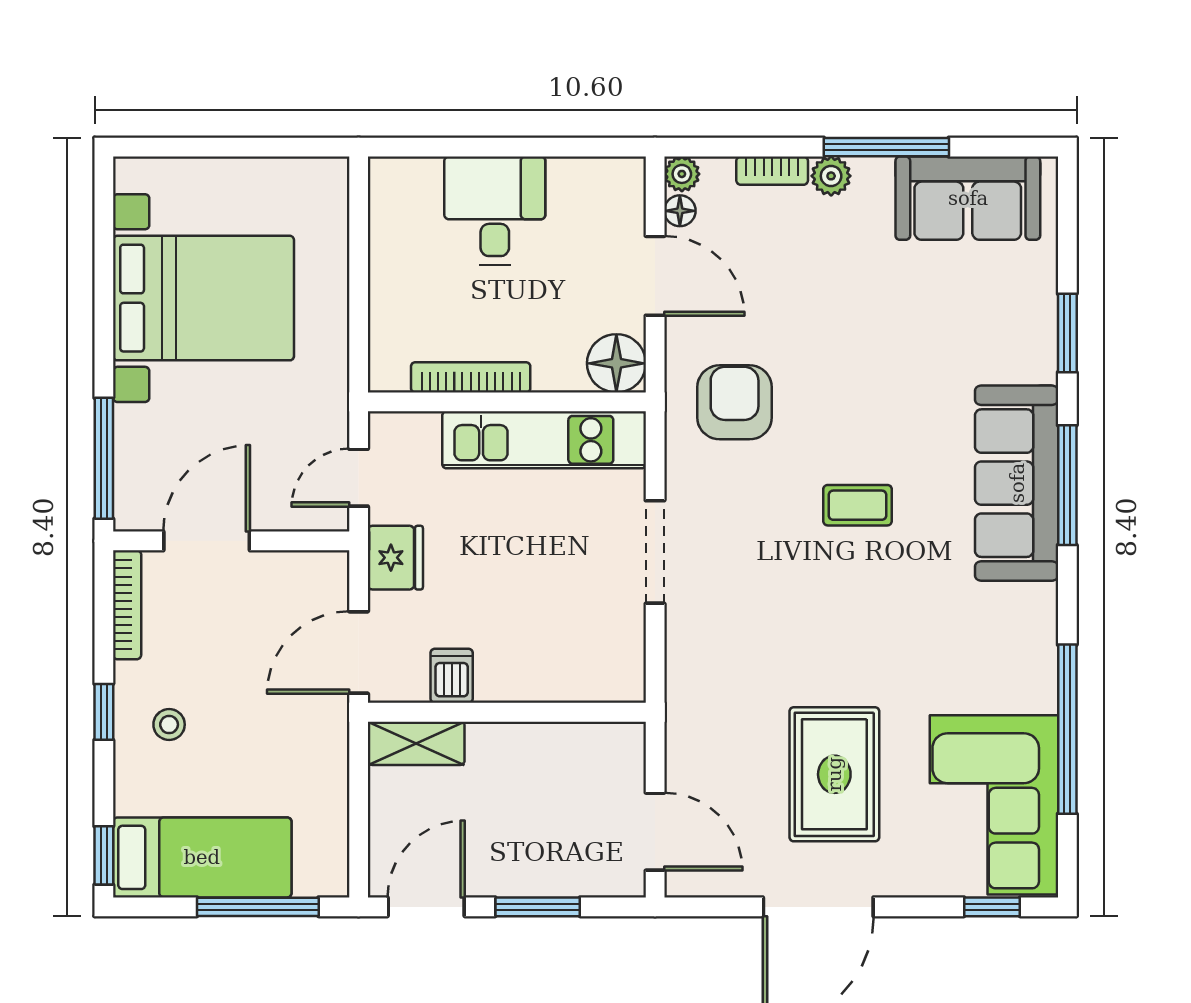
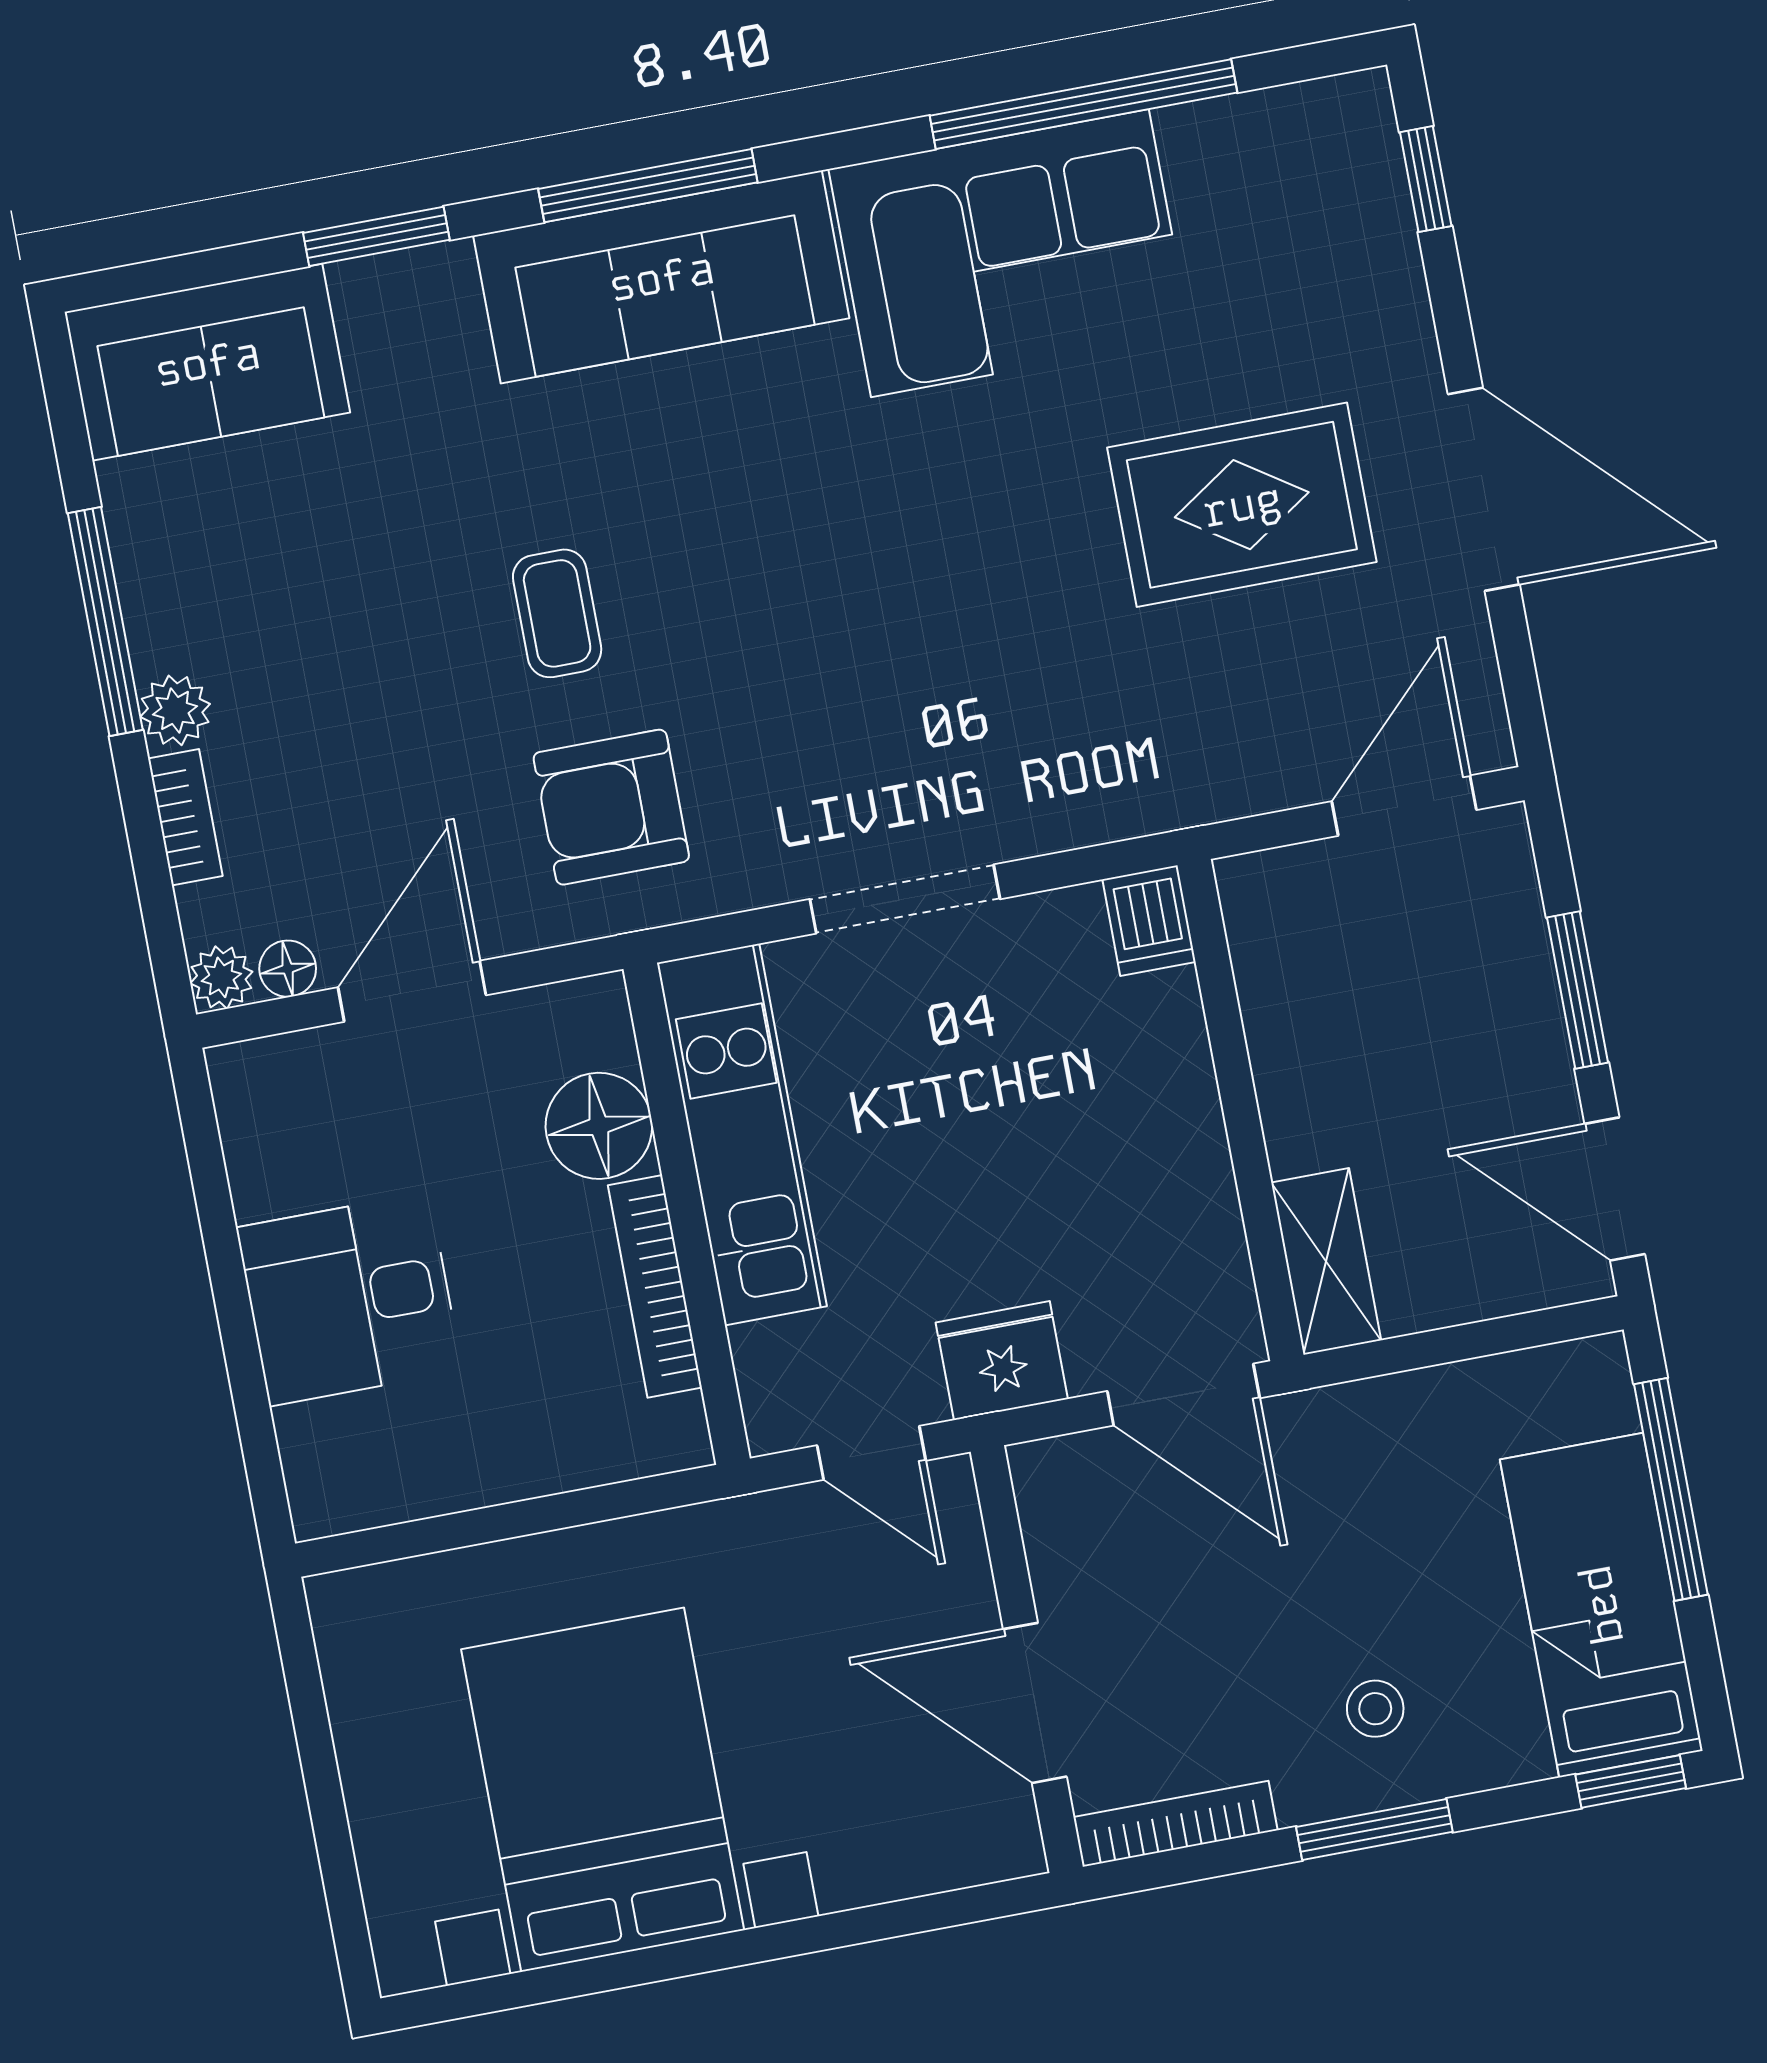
sofa: (968, 198) -> (207, 362), moved, turned 90
floor lamp: (616, 363) -> (599, 1126), moved
window: (104, 458) -> (922, 1914), removed
coffee table: (858, 505) -> (557, 613), moved
dishwasher: (452, 676) -> (1149, 921), moved, turned -90
window: (104, 712) -> (1374, 1829), width x1.50
corner sofa: (994, 805) -> (1010, 253), moved

